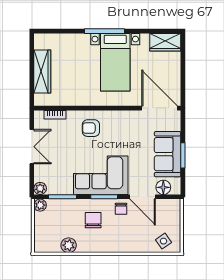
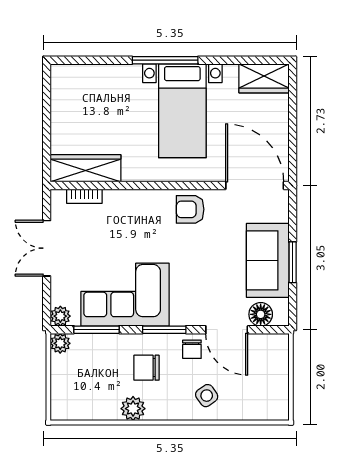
wardrobe: (42, 71) -> (86, 168), moved, turned -90
armchair: (91, 128) -> (190, 209), moved
double door: (32, 147) -> (47, 248), swing flipped
corner sofa: (101, 175) -> (125, 295), moved
chair: (93, 220) -> (146, 368), turned -90
side table: (163, 241) -> (207, 396), moved
plant: (69, 245) -> (133, 409), moved

